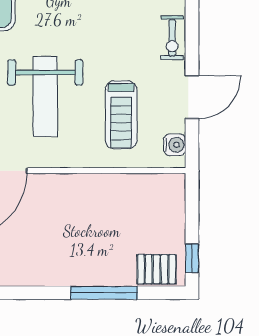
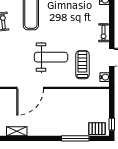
weight bench: (45, 97) -> (51, 57), turned -90
treadmill: (121, 115) -> (82, 65), turned 180

